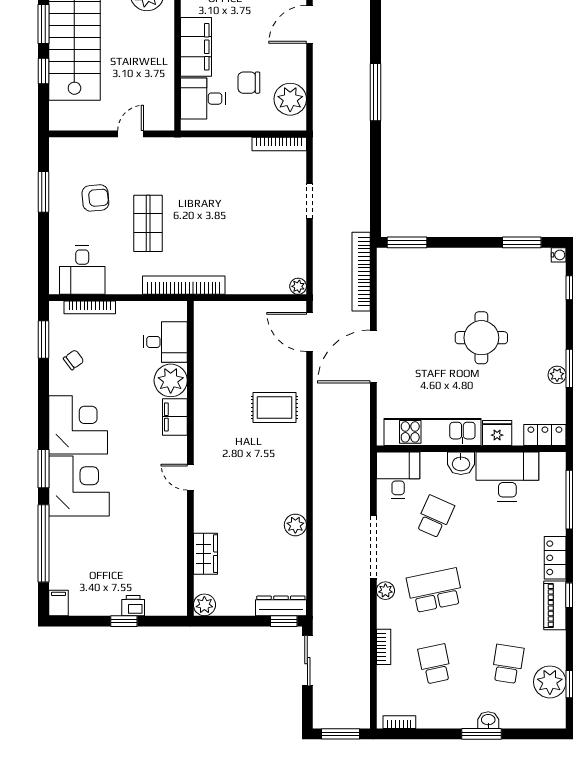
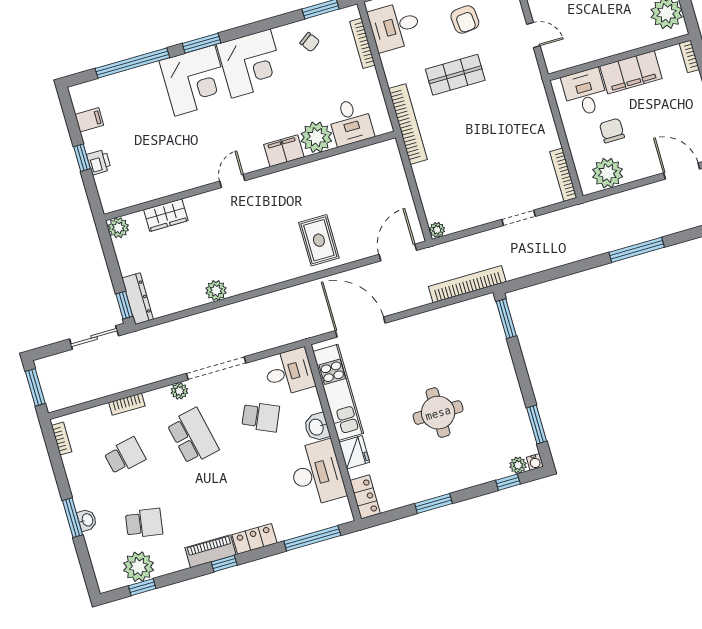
door: (373, 356) -> (360, 327), moved
plant: (557, 375) -> (518, 465), moved
filing cabinet: (58, 603) -> (89, 120), moved

